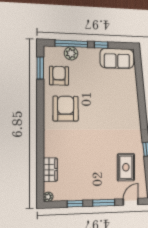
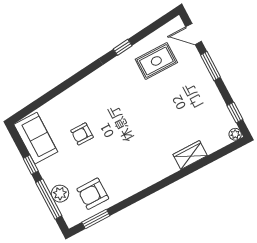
armchair: (66, 109) -> (82, 134), moved, width x0.53, depth x0.53
wardrobe: (50, 170) -> (190, 155), moved
window: (75, 204) -> (235, 113), moved

